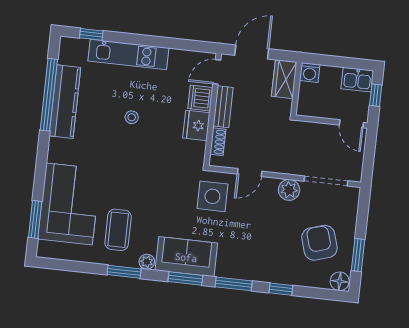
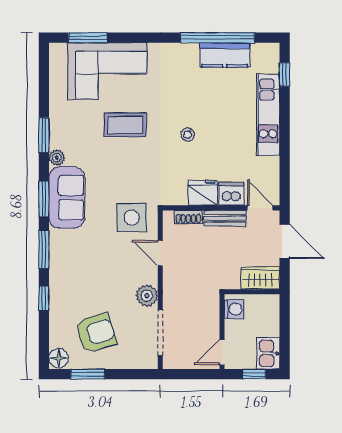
washing machine: (310, 73) -> (234, 309), moved, turned 180
kitchen counter: (65, 102) -> (225, 55), width x0.67
stool: (132, 117) -> (188, 135), moved
coffee table: (118, 230) -> (125, 125), moved

